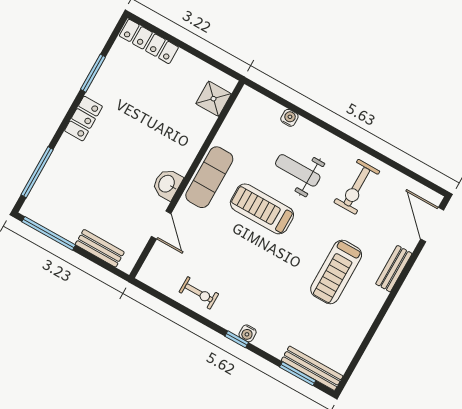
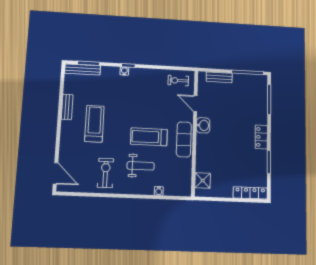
treadmill: (262, 209) -> (149, 137), turned 180
bench: (394, 269) -> (67, 107), moved
exercise bike: (199, 293) -> (178, 81), moved

